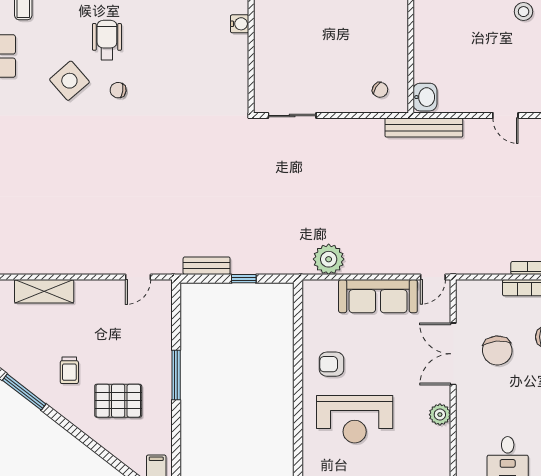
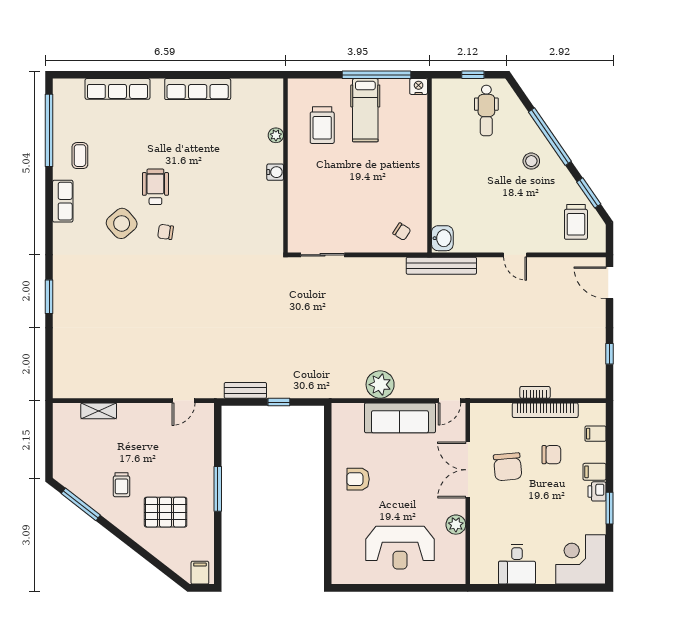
plant: (329, 259) -> (380, 385), moved
shelving: (44, 291) -> (99, 411), width x0.67, depth x0.75
reception desk: (355, 419) -> (400, 548), moved

